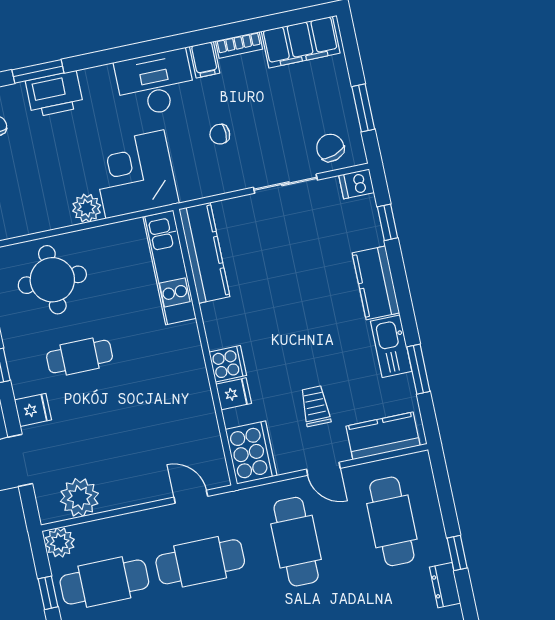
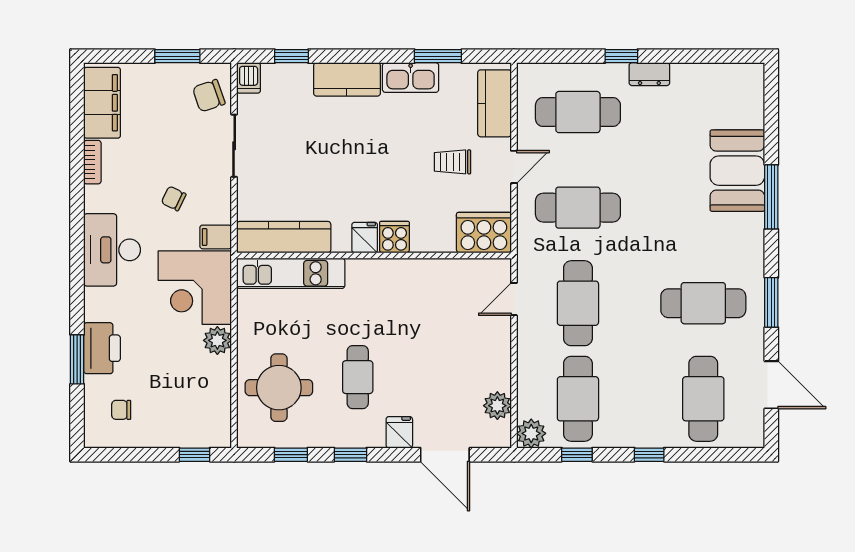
filing cabinet: (205, 60) -> (216, 237), moved, turned 180
chair: (220, 134) -> (174, 198), turned 116
fridge: (234, 394) -> (365, 238), moved
plant: (79, 497) -> (497, 406), width x0.73, depth x0.73

